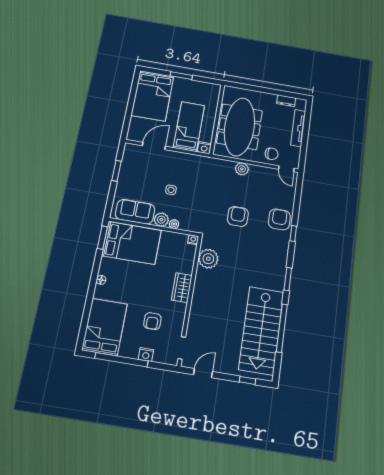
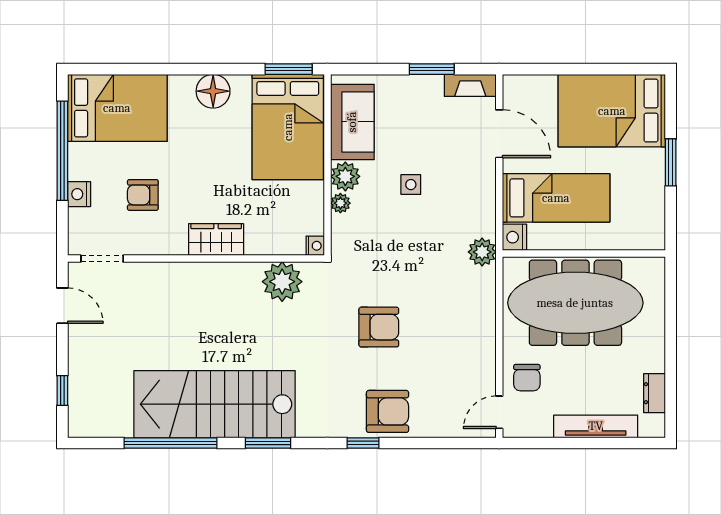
fireplace: (128, 155) -> (470, 85), added
plant: (242, 169) -> (482, 252), moved
floor lamp: (101, 280) -> (213, 91), width x1.89, depth x1.89
stairs: (261, 330) -> (215, 404), moved

